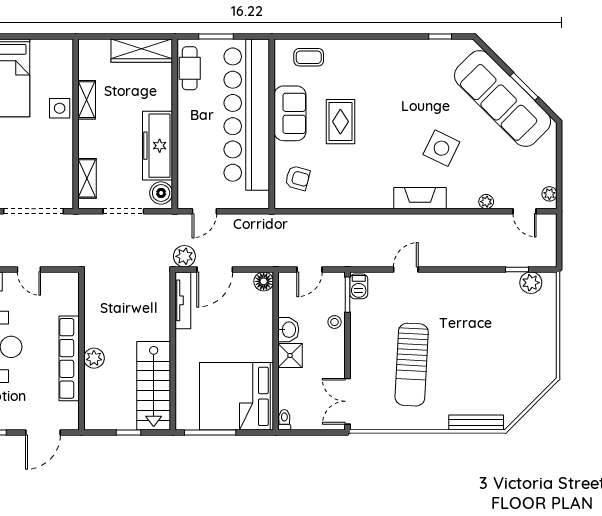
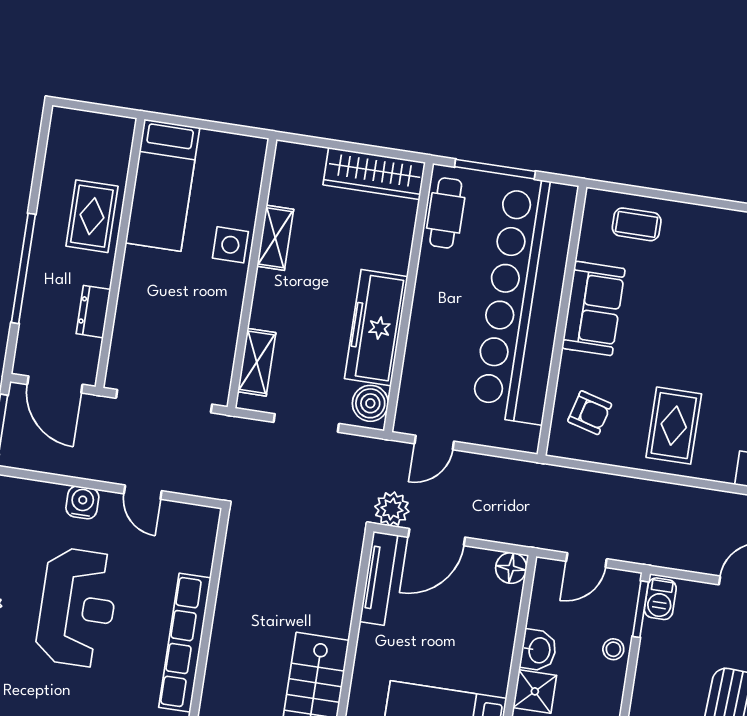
window: (216, 36) -> (495, 169), width x1.44
rug: (340, 122) -> (674, 426), moved
plant: (94, 358) -> (224, 648), removed

